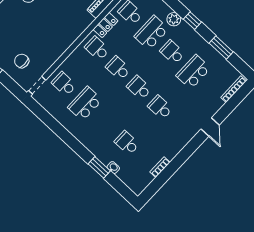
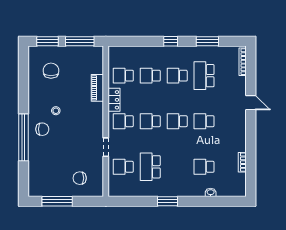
plant: (174, 19) -> (157, 52), removed
school desk: (151, 33) -> (150, 76), width x0.54
doorway: (37, 85) -> (106, 147), moved
window: (99, 167) -> (168, 201), moved

